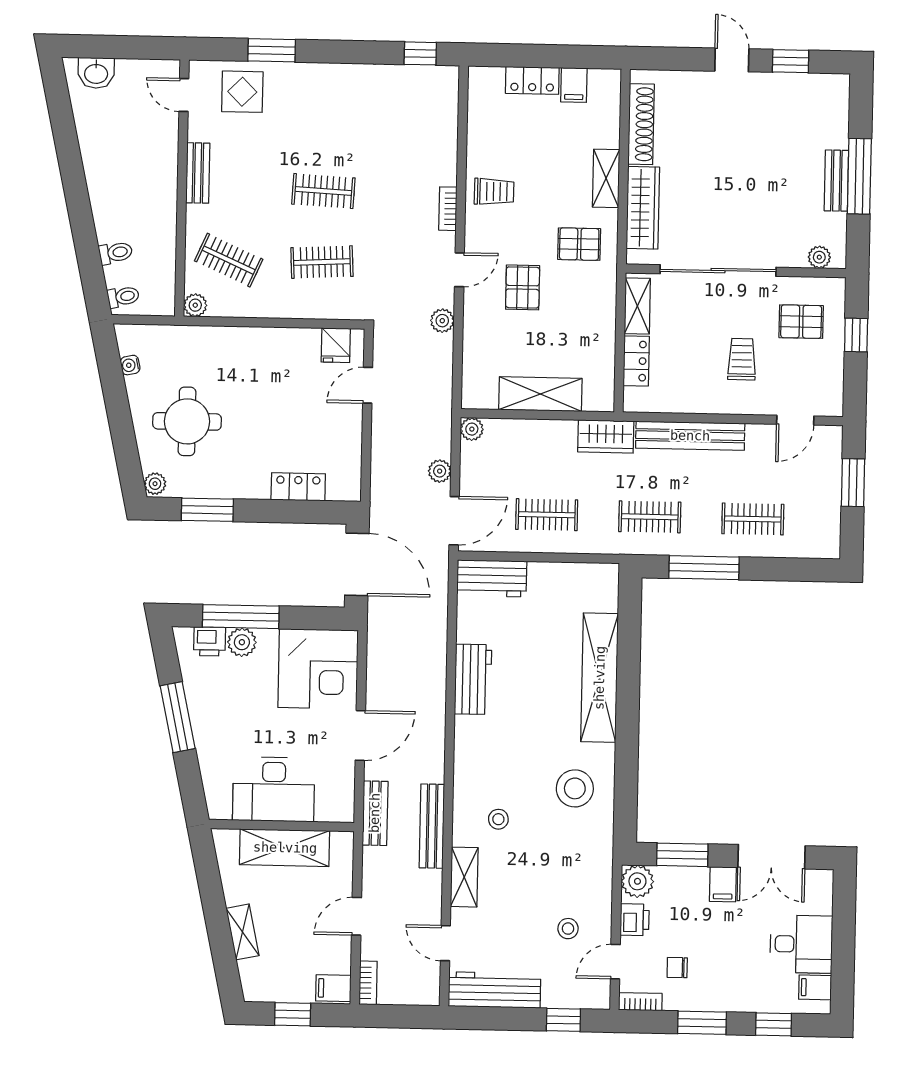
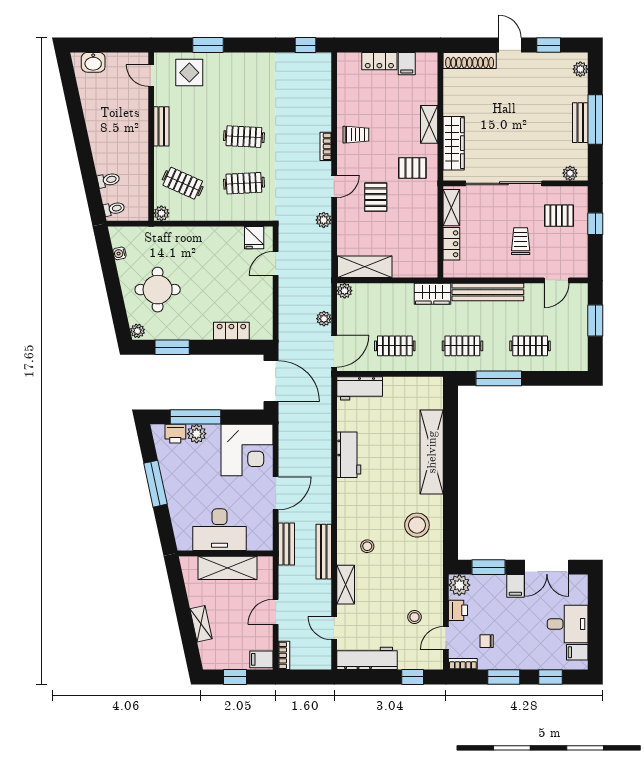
plant: (838, 99) -> (580, 69), added
shoe rack: (641, 124) -> (470, 61), moved, turned 90
shelving: (540, 394) -> (365, 267), moved

